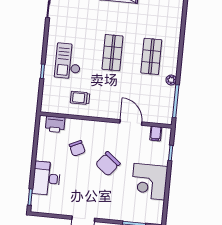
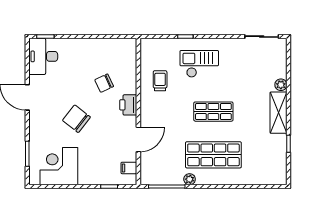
shop shelf: (151, 56) -> (213, 155), width x1.43, depth x1.36
printer: (55, 124) -> (128, 105), moved
chair: (108, 164) -> (76, 119), moved
desk: (46, 178) -> (43, 56), moved, turned -90
corner desk: (149, 182) -> (59, 166), moved

